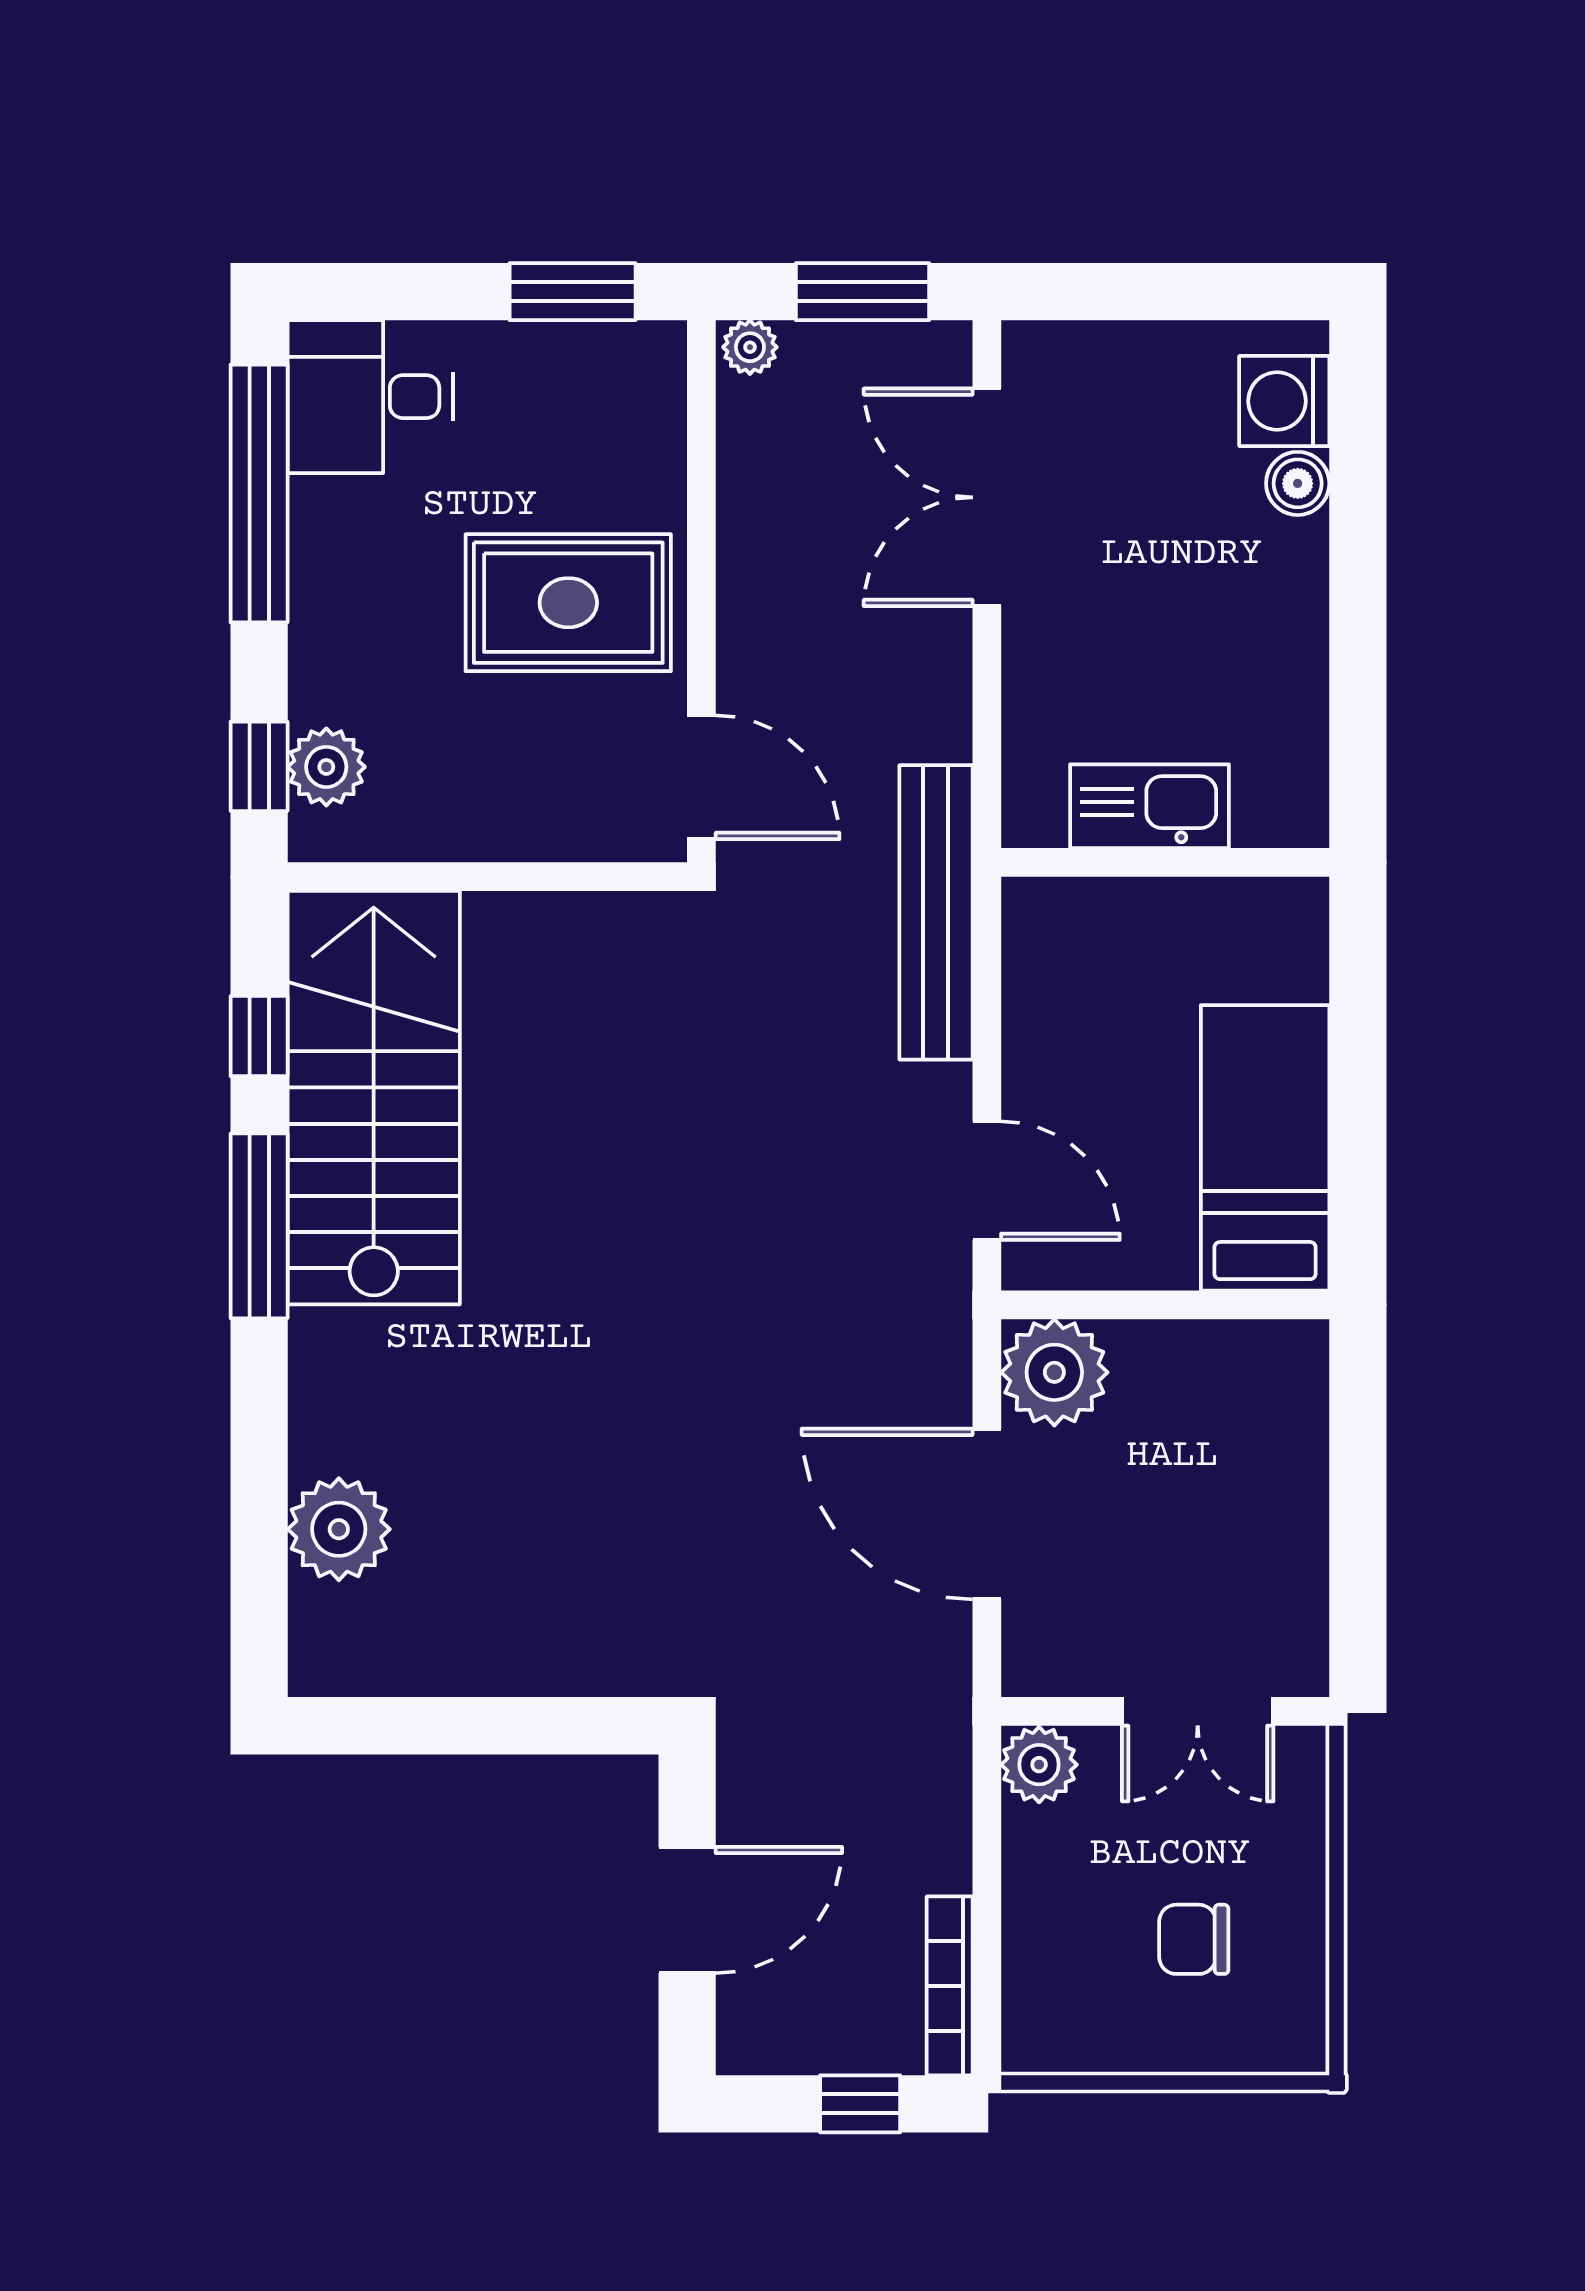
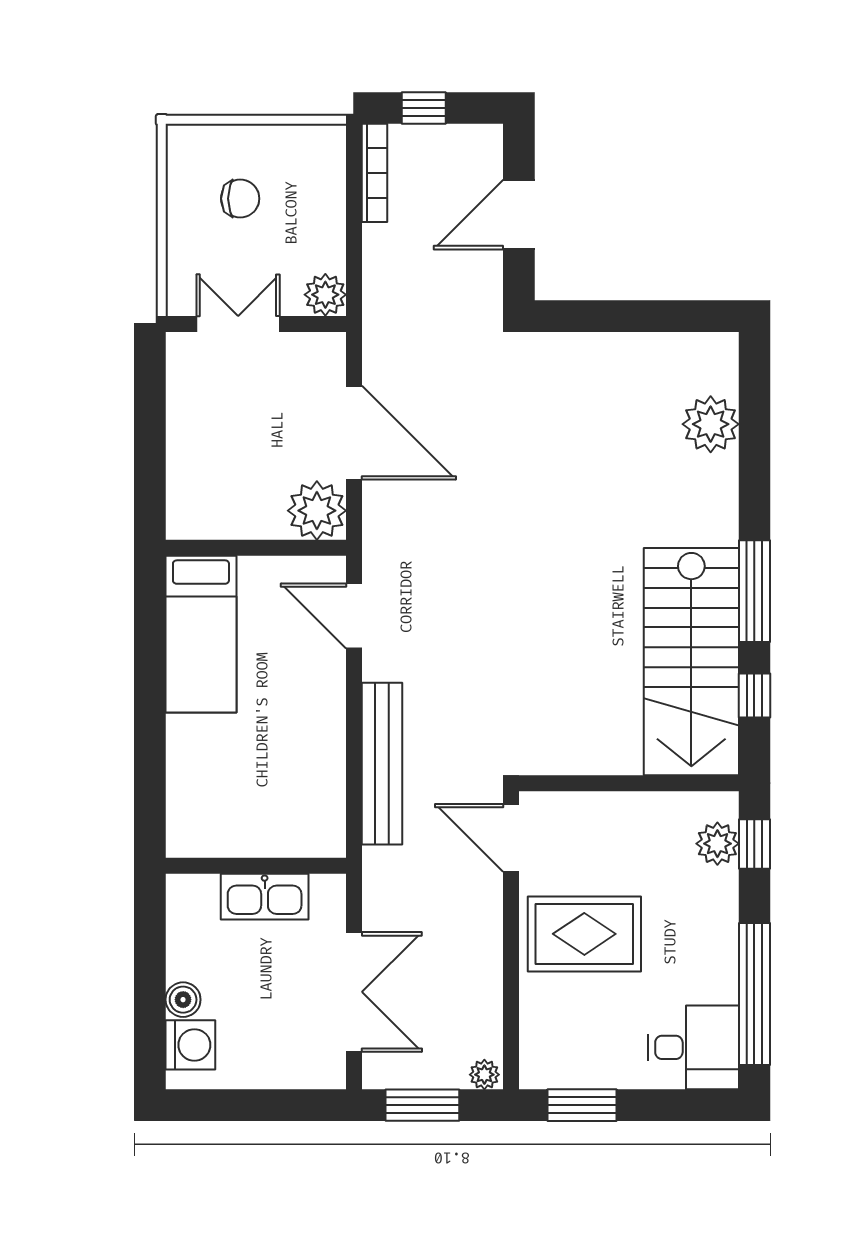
kitchen sink: (1149, 806) -> (265, 897), moved
wall: (1165, 862) -> (256, 866), moved

